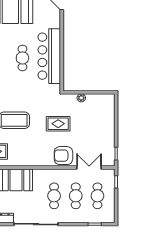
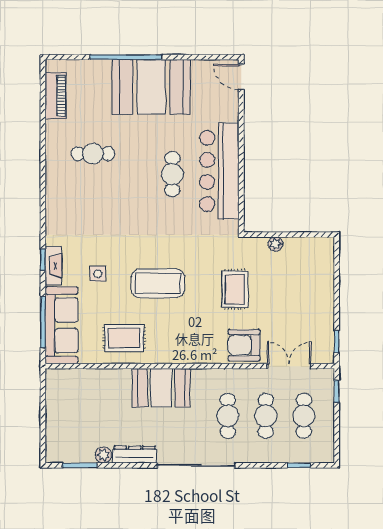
rug: (58, 124) -> (235, 289), turned 90

